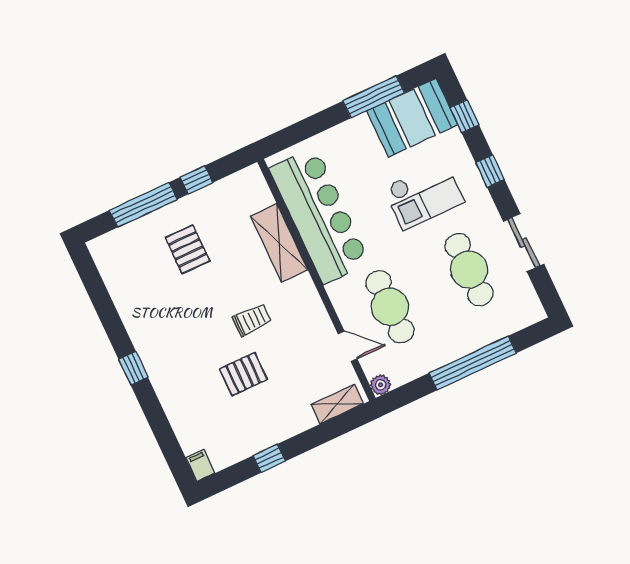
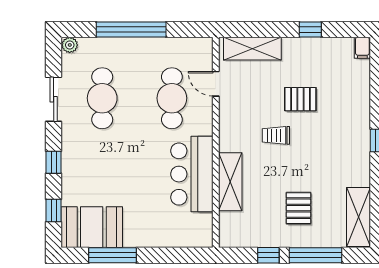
checkout: (424, 195) -> (109, 168), removed
bar counter: (319, 216) -> (192, 174), width x0.73
shelving: (115, 271) -> (359, 217), added
plant: (381, 385) -> (70, 45), moved
shelving: (337, 404) -> (252, 49), width x1.50, depth x1.33

